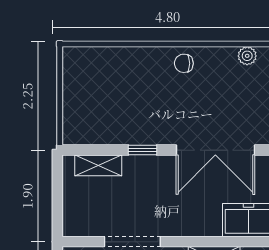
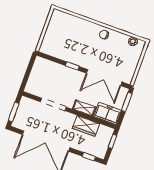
shelving: (98, 165) -> (84, 108), moved

